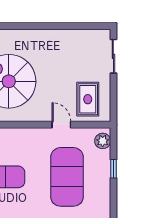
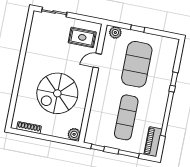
exercise mat: (67, 177) -> (137, 64), turned 90

